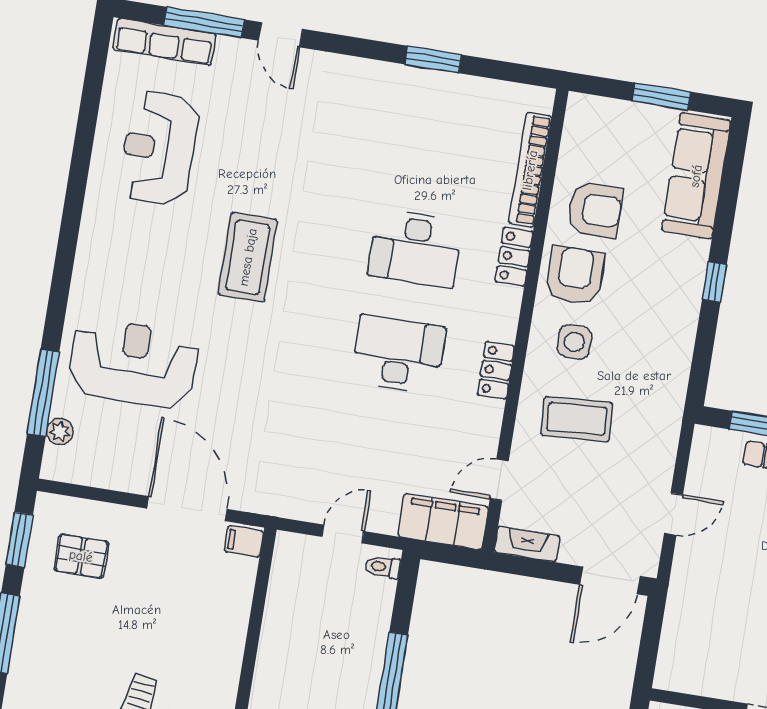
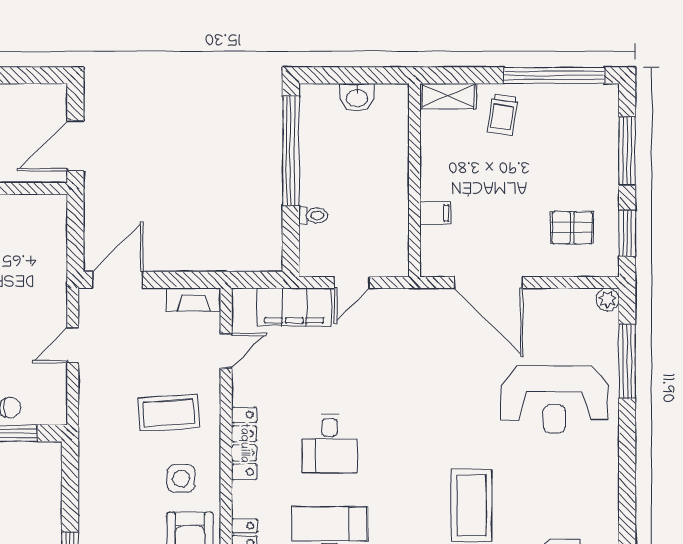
desk: (398, 354) -> (330, 443), width x0.73
locker: (496, 370) -> (244, 443), width x1.53
plant: (60, 432) -> (608, 299), moved
filing cabinet: (443, 522) -> (294, 307), moved
filing cabinet: (244, 541) -> (435, 213), moved
toilet: (383, 567) -> (313, 215), moved

